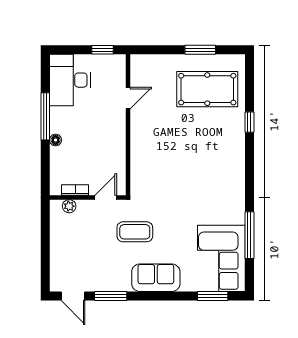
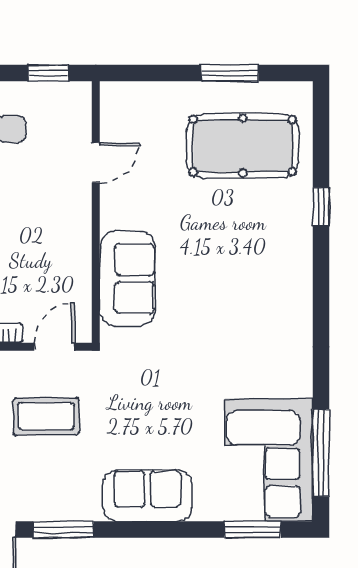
sofa: (145, 161) -> (127, 279), added
coffee table: (135, 232) -> (46, 416), moved
window: (249, 235) -> (321, 453), moved

